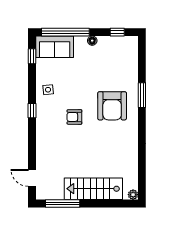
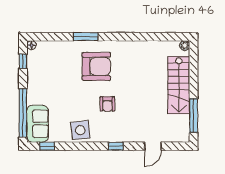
floor lamp: (92, 41) -> (31, 45), moved
side table: (48, 90) -> (80, 130), width x1.87, depth x1.87
window: (32, 111) -> (116, 146), moved
door: (32, 178) -> (153, 146), moved

